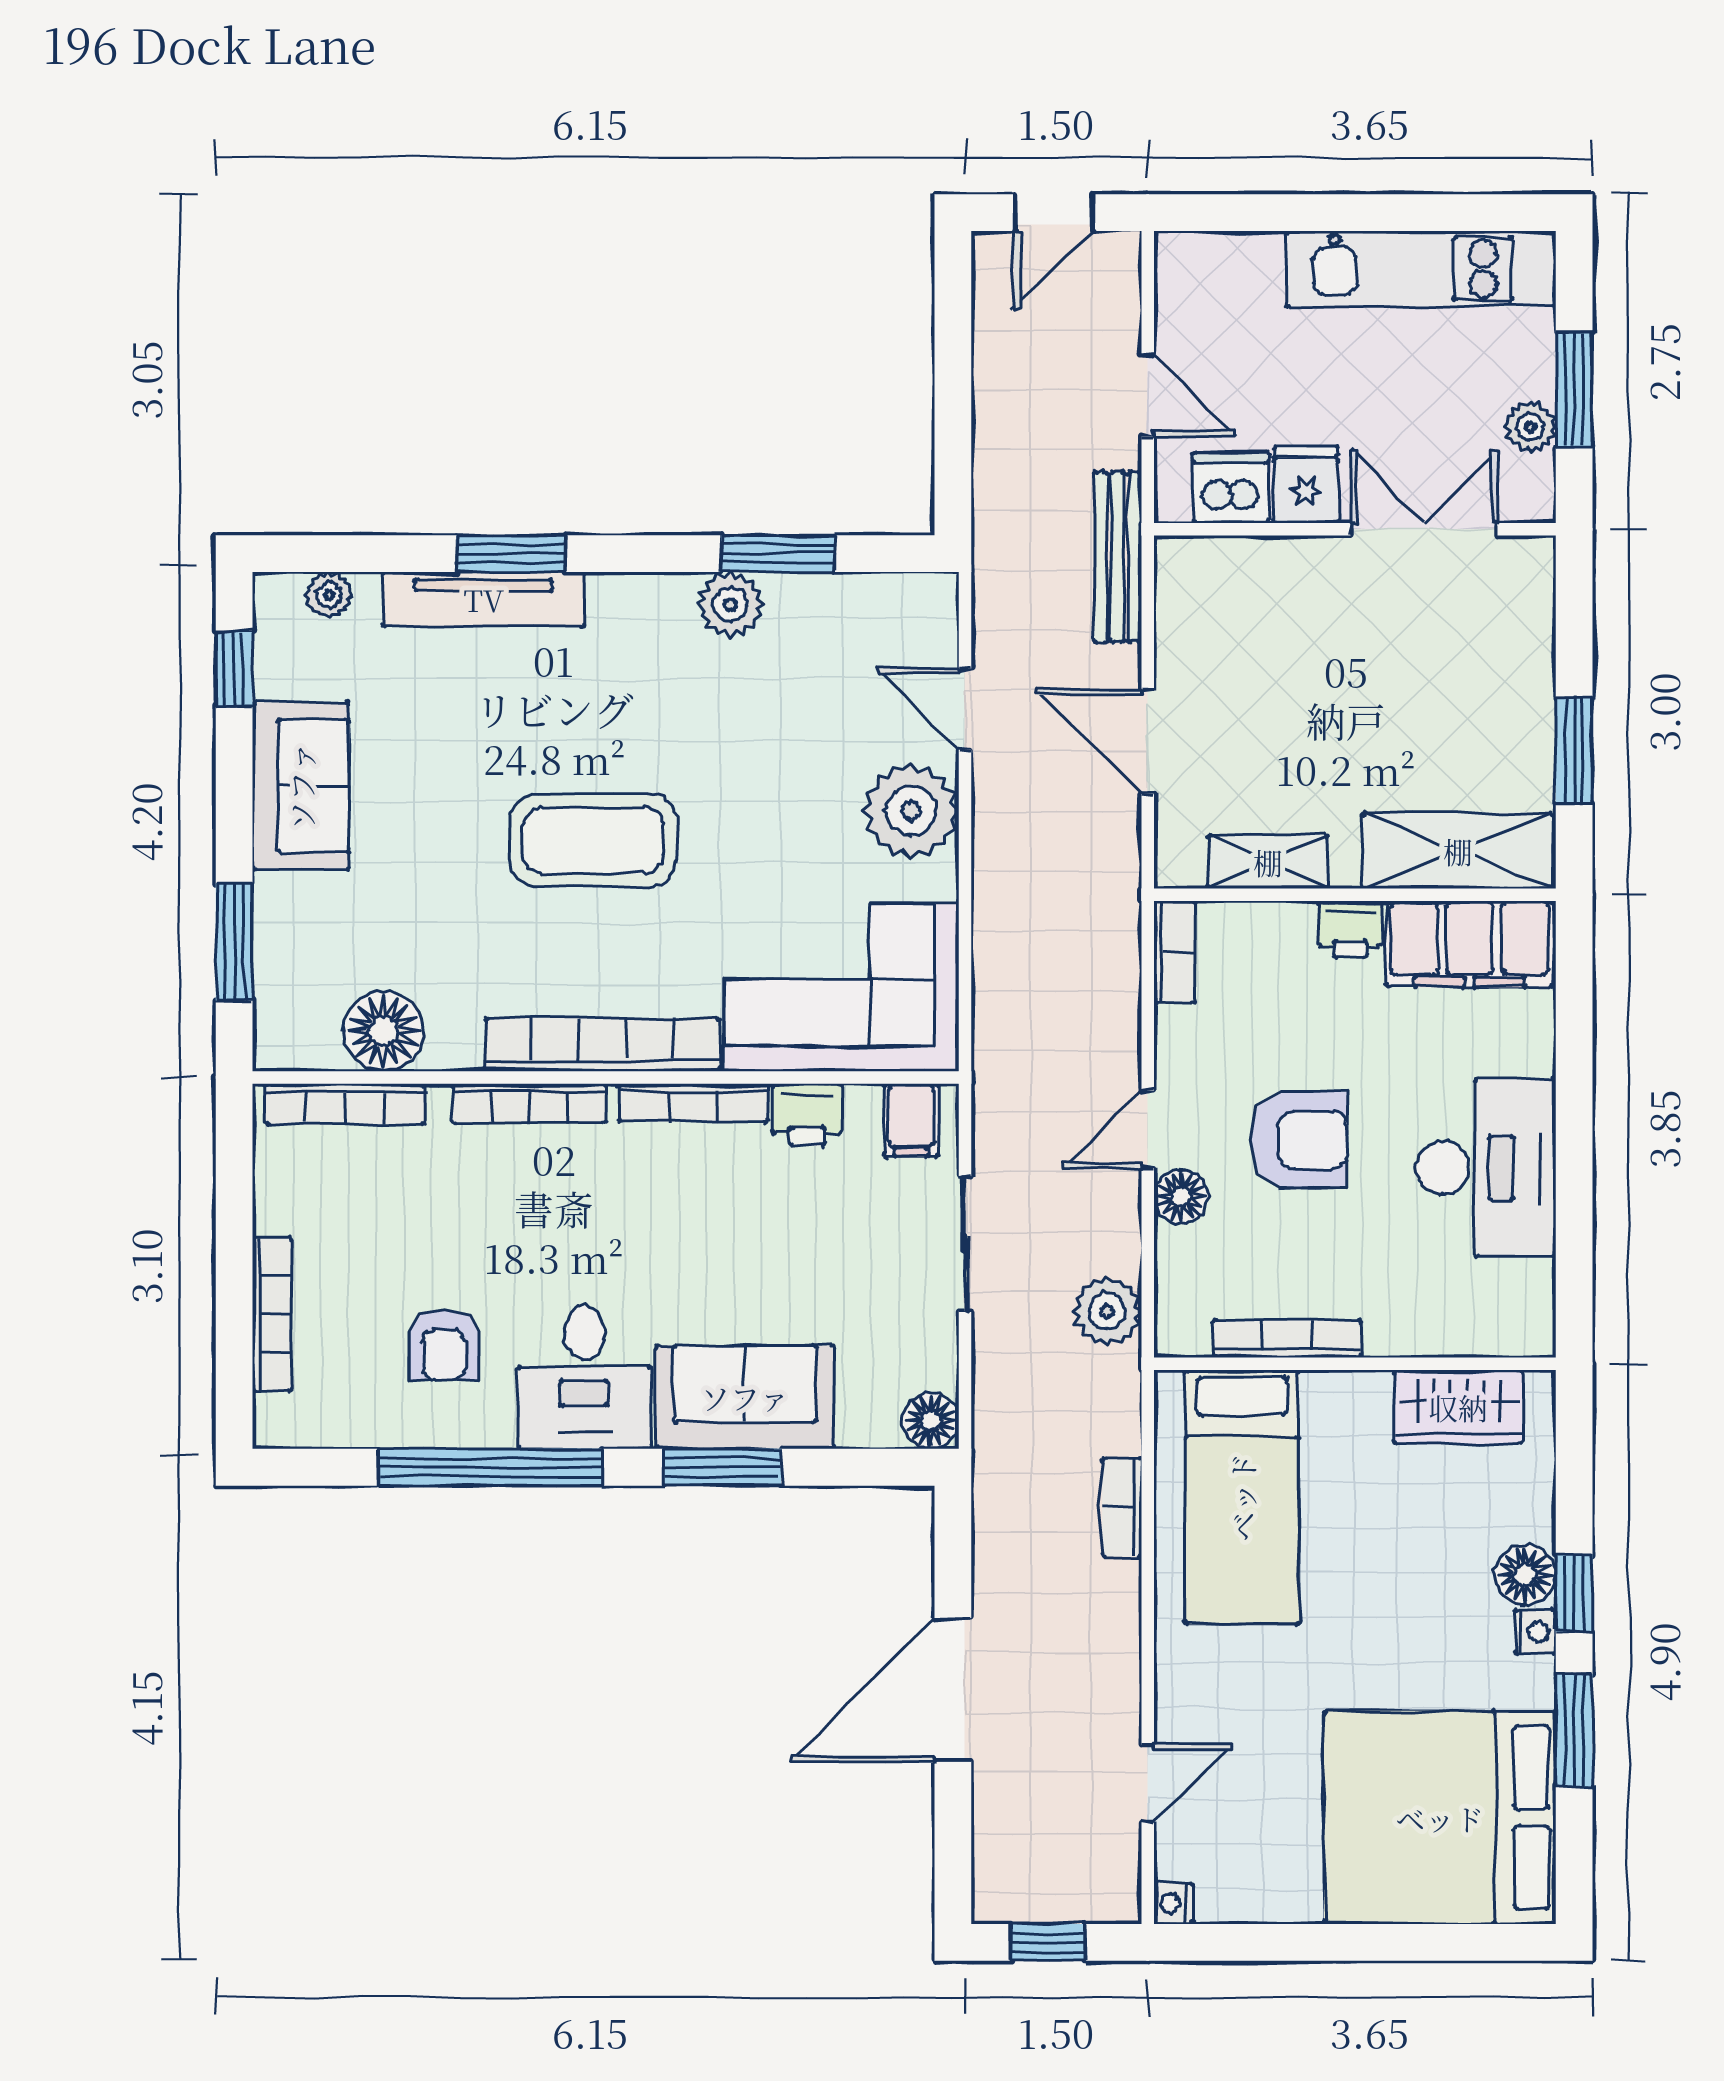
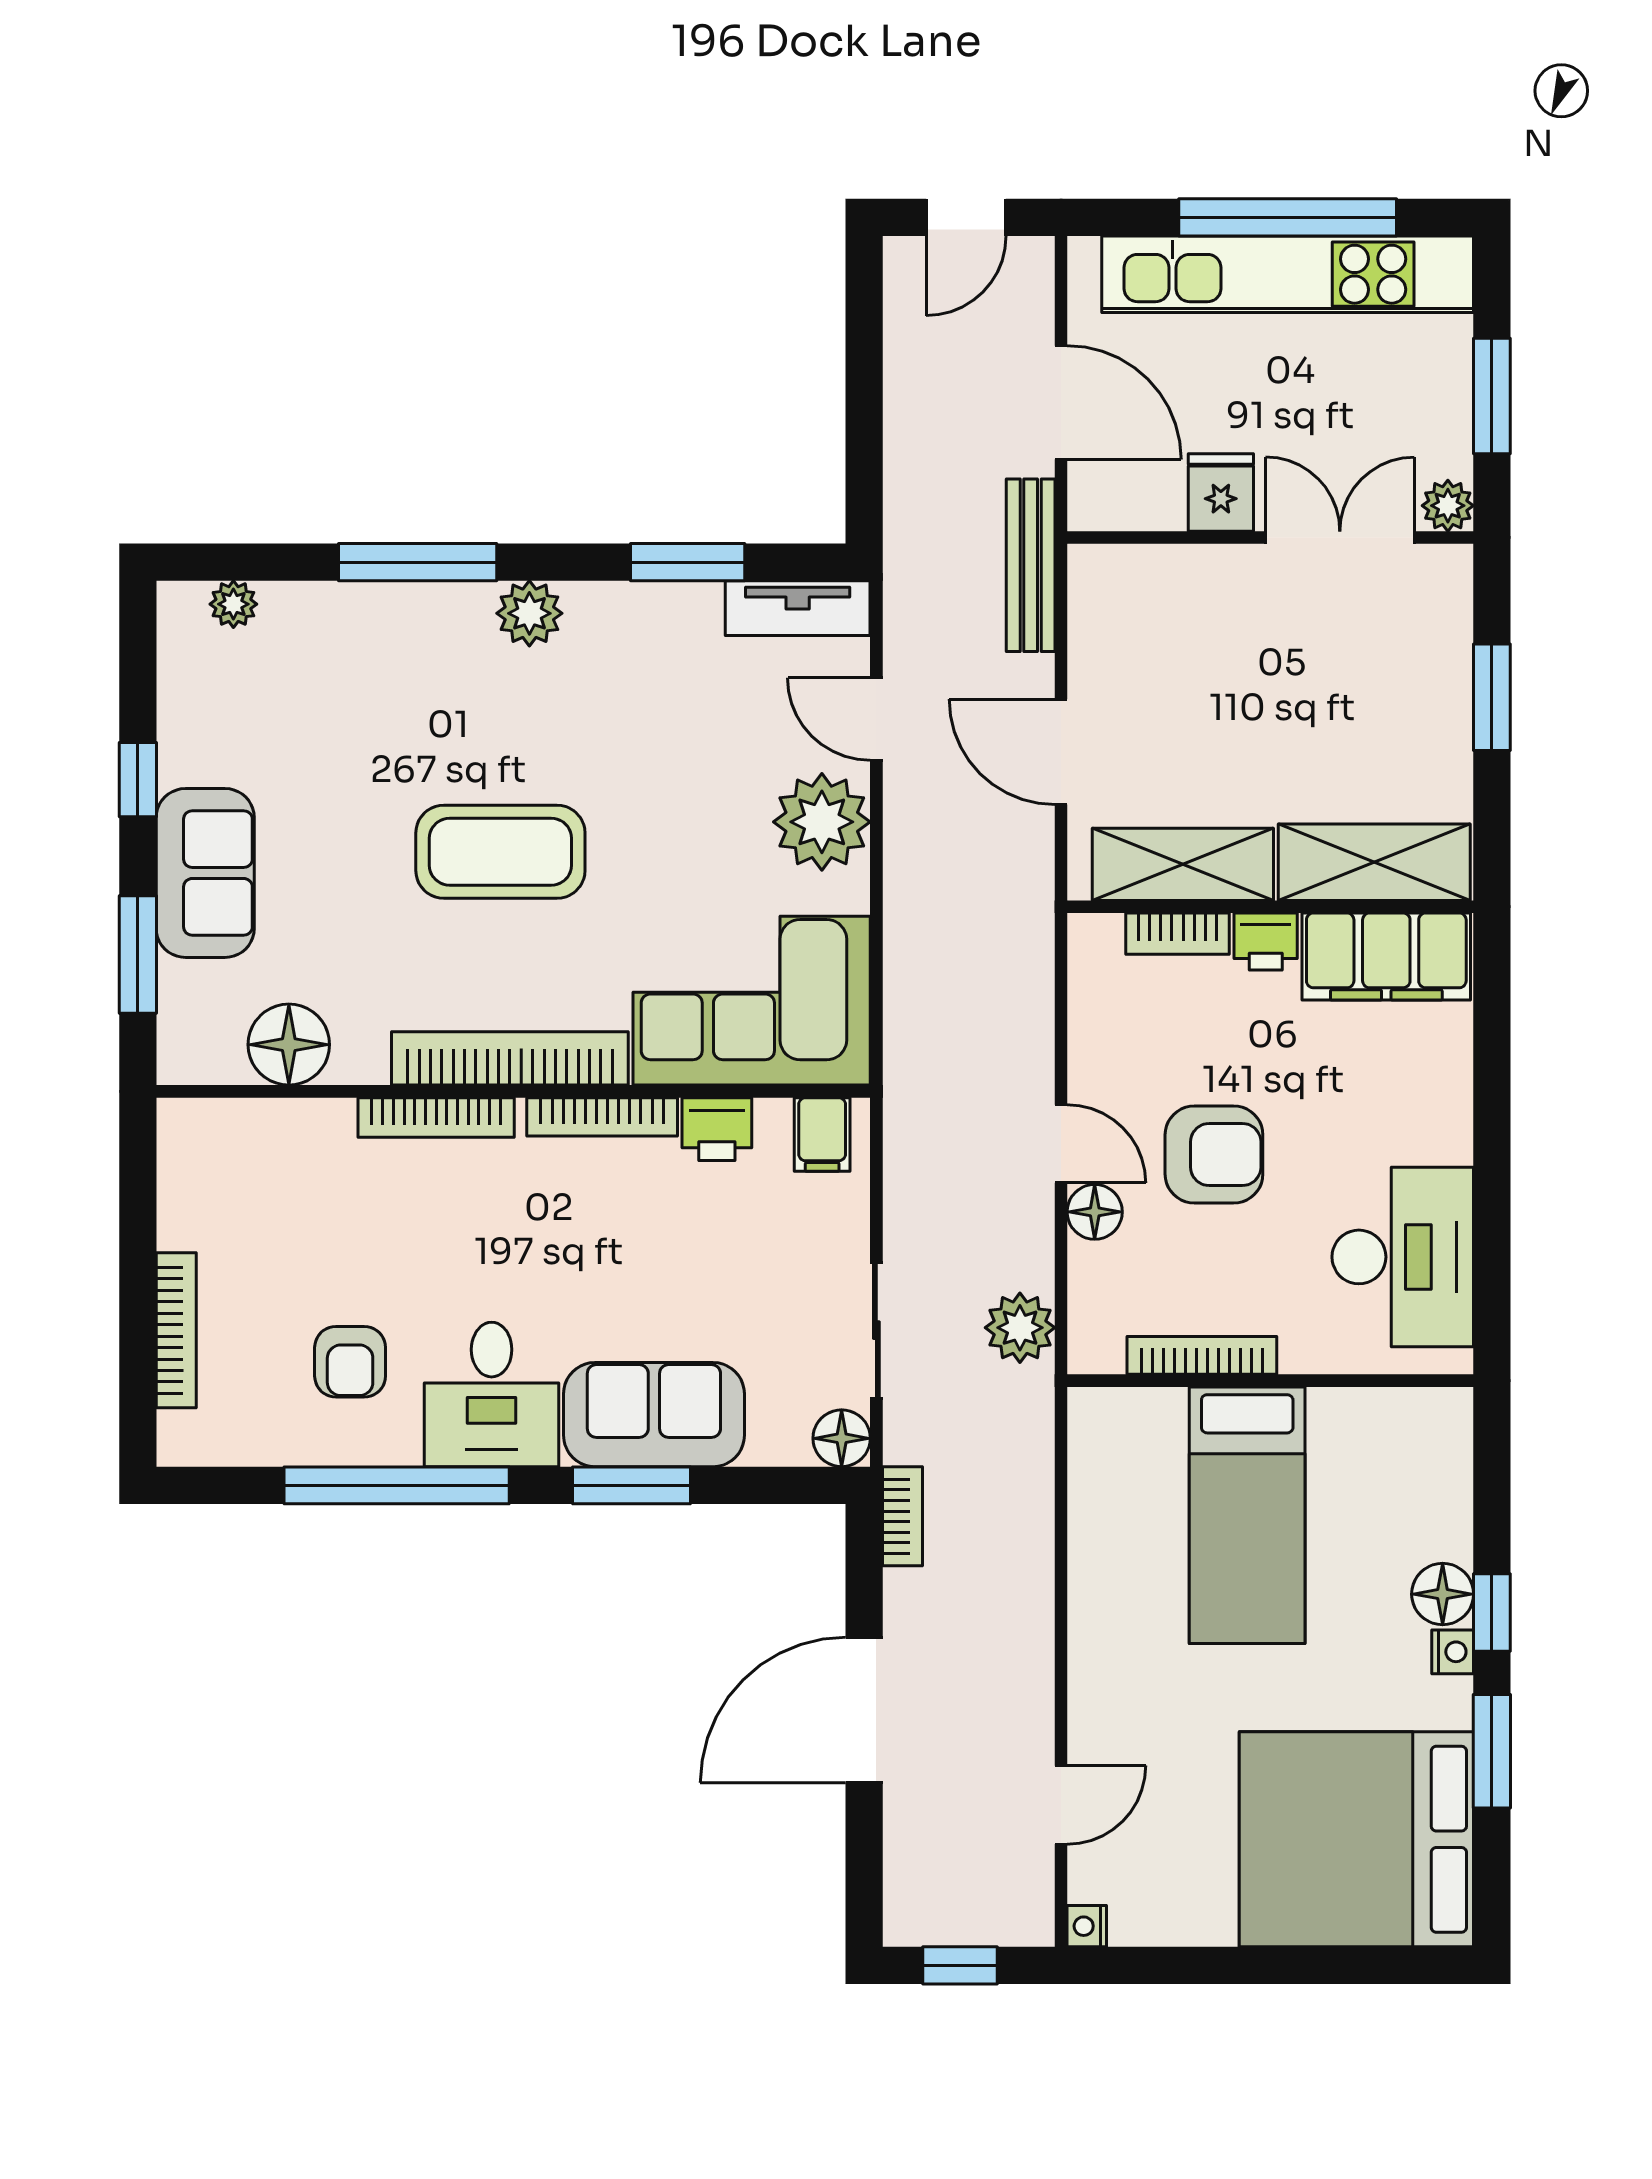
window: (1372, 213) -> (1288, 217), added
kitchen unit: (1421, 269) -> (1288, 274), width x1.36
door: (1148, 396) -> (1061, 403), width x1.37
plant: (1530, 427) -> (1448, 506), moved
dishwasher: (1231, 488) -> (1145, 495), removed
window: (511, 554) -> (418, 562), width x1.44
tv unit: (484, 599) -> (798, 608), moved, width x0.71
plant: (730, 604) -> (529, 613), moved
window: (234, 669) -> (138, 780), moved
window: (1574, 751) -> (1492, 697), moved
sofa: (301, 786) -> (205, 873), moved
shelving: (1268, 862) -> (1183, 864), width x1.50, depth x1.33
bookcase: (1174, 952) -> (1177, 934), moved, turned 90
bookcase: (345, 1104) -> (250, 1118), removed
door: (1148, 1129) -> (1061, 1144), swing flipped
desk: (1486, 1168) -> (1403, 1257), moved
sliding door: (965, 1244) -> (876, 1330), moved
wardrobe: (1458, 1407) -> (1375, 1424), removed
bed: (1242, 1497) -> (1247, 1515), moved
bookcase: (1122, 1507) -> (902, 1516), moved, turned 180

